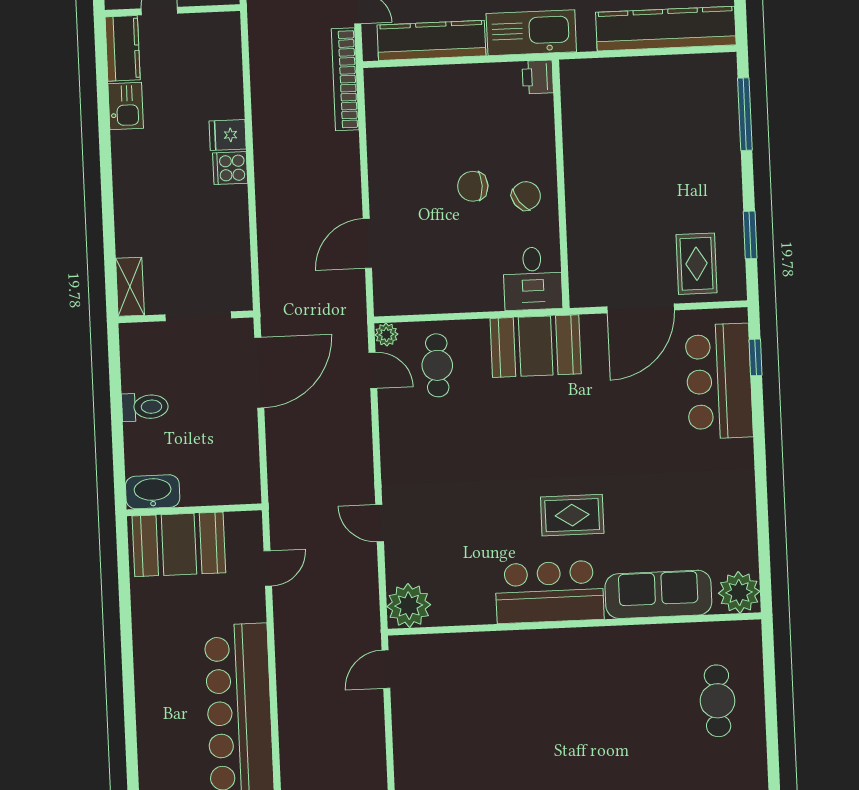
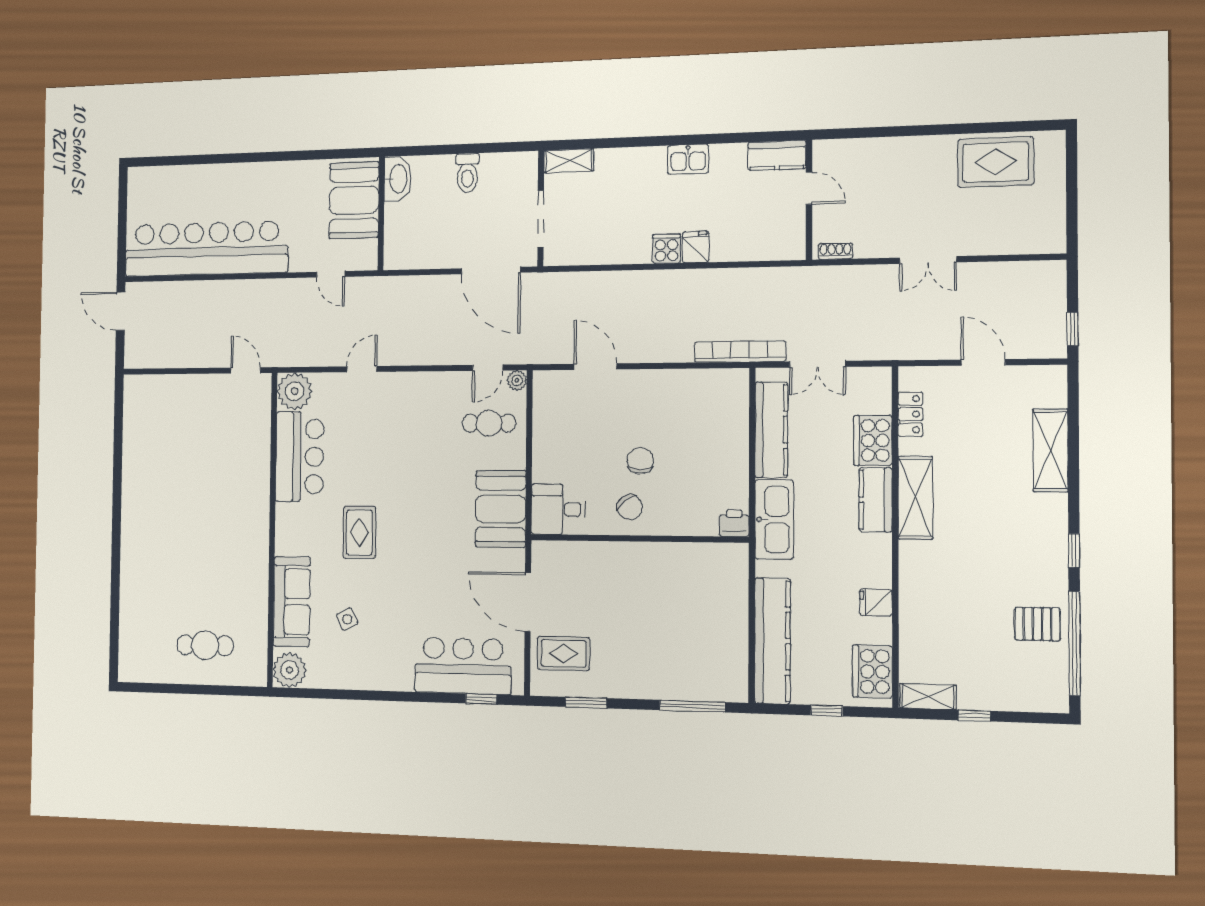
kitchen sink: (126, 106) -> (688, 159), moved
side table: (675, 524) -> (347, 619), added
bar counter: (549, 592) -> (300, 457), moved

